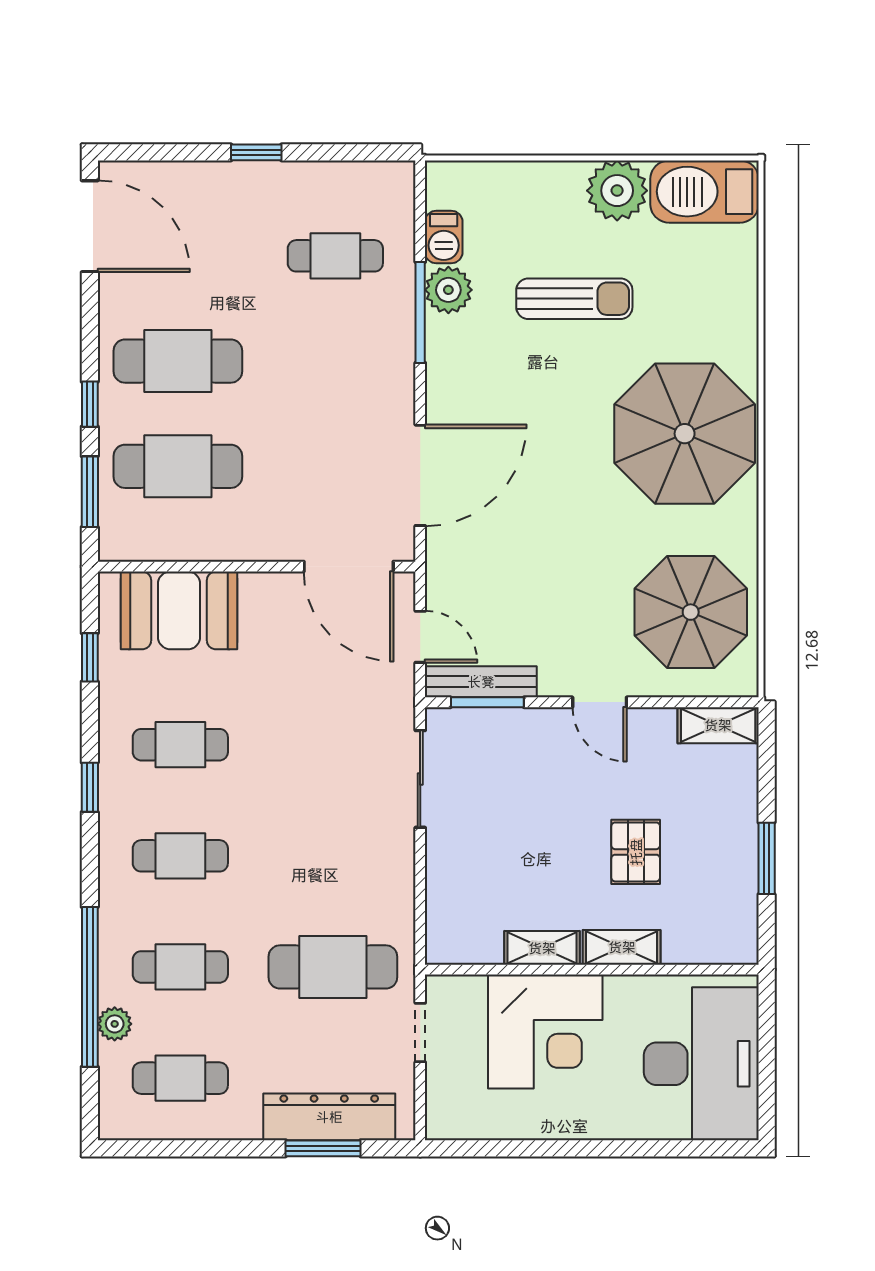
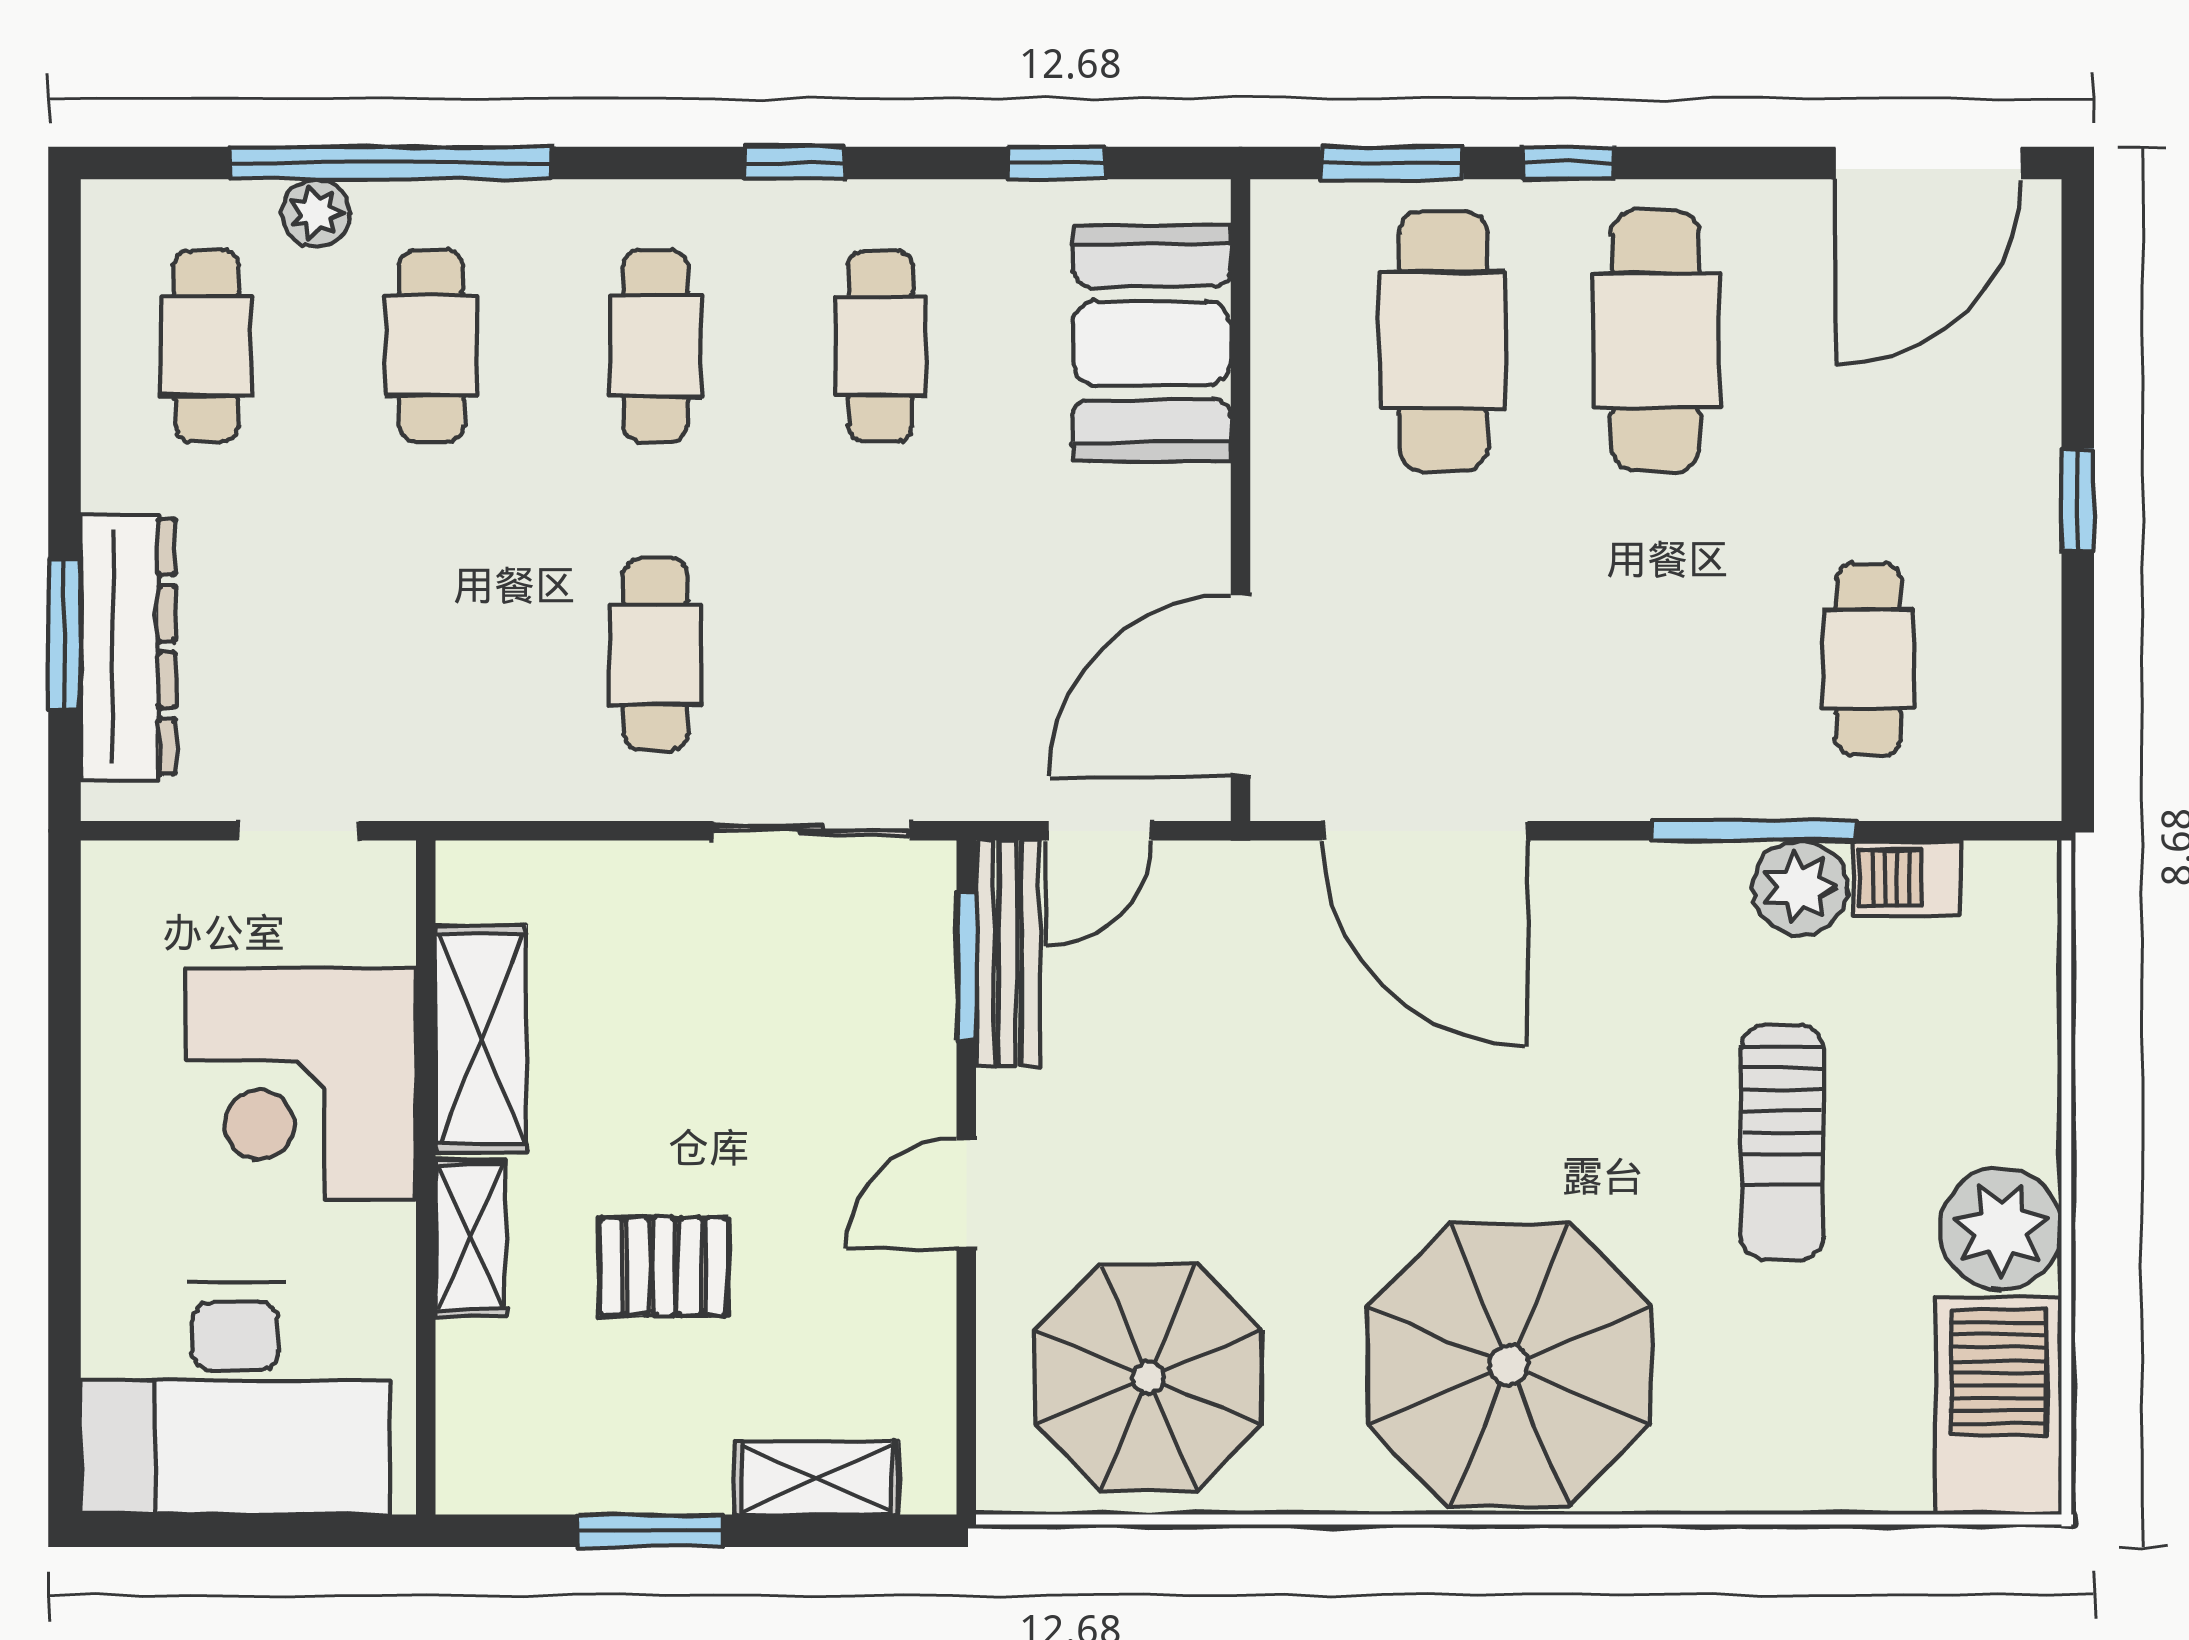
shelving: (718, 725) -> (816, 1478), moved, turned 90
shelving: (542, 948) -> (481, 1039), width x1.50, depth x1.33
cafe table: (333, 967) -> (656, 654), moved, width x0.73, depth x0.74

